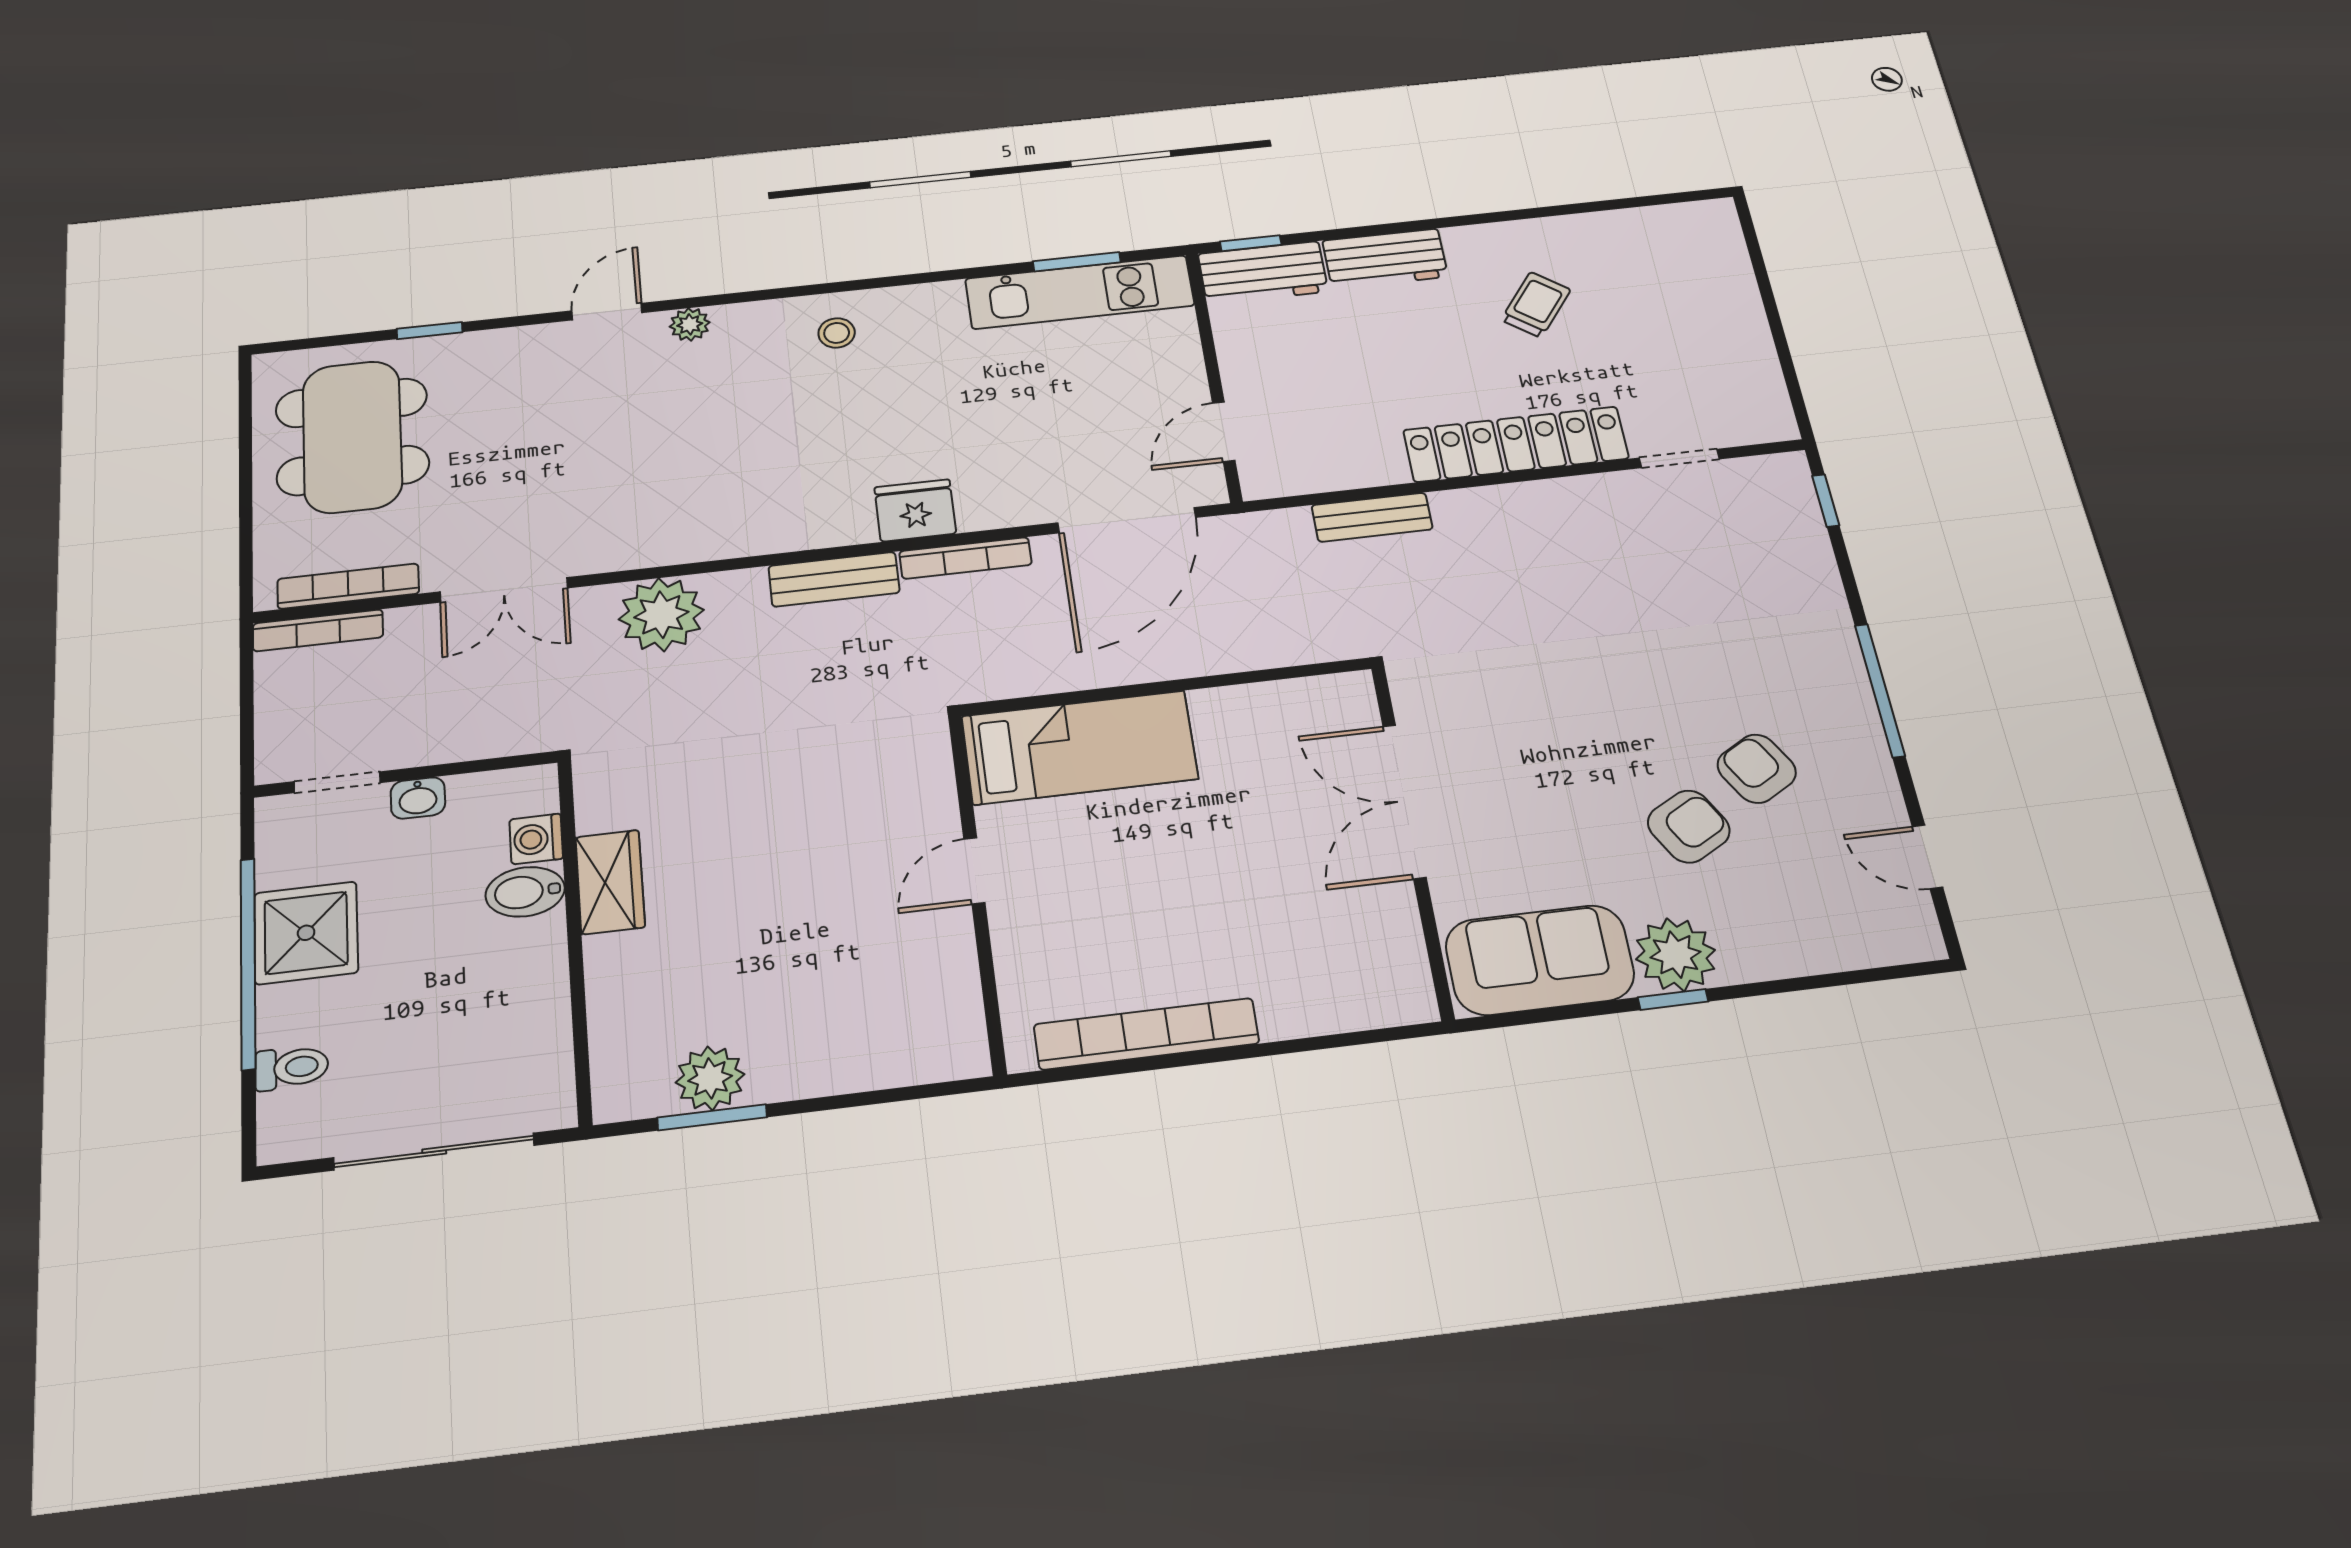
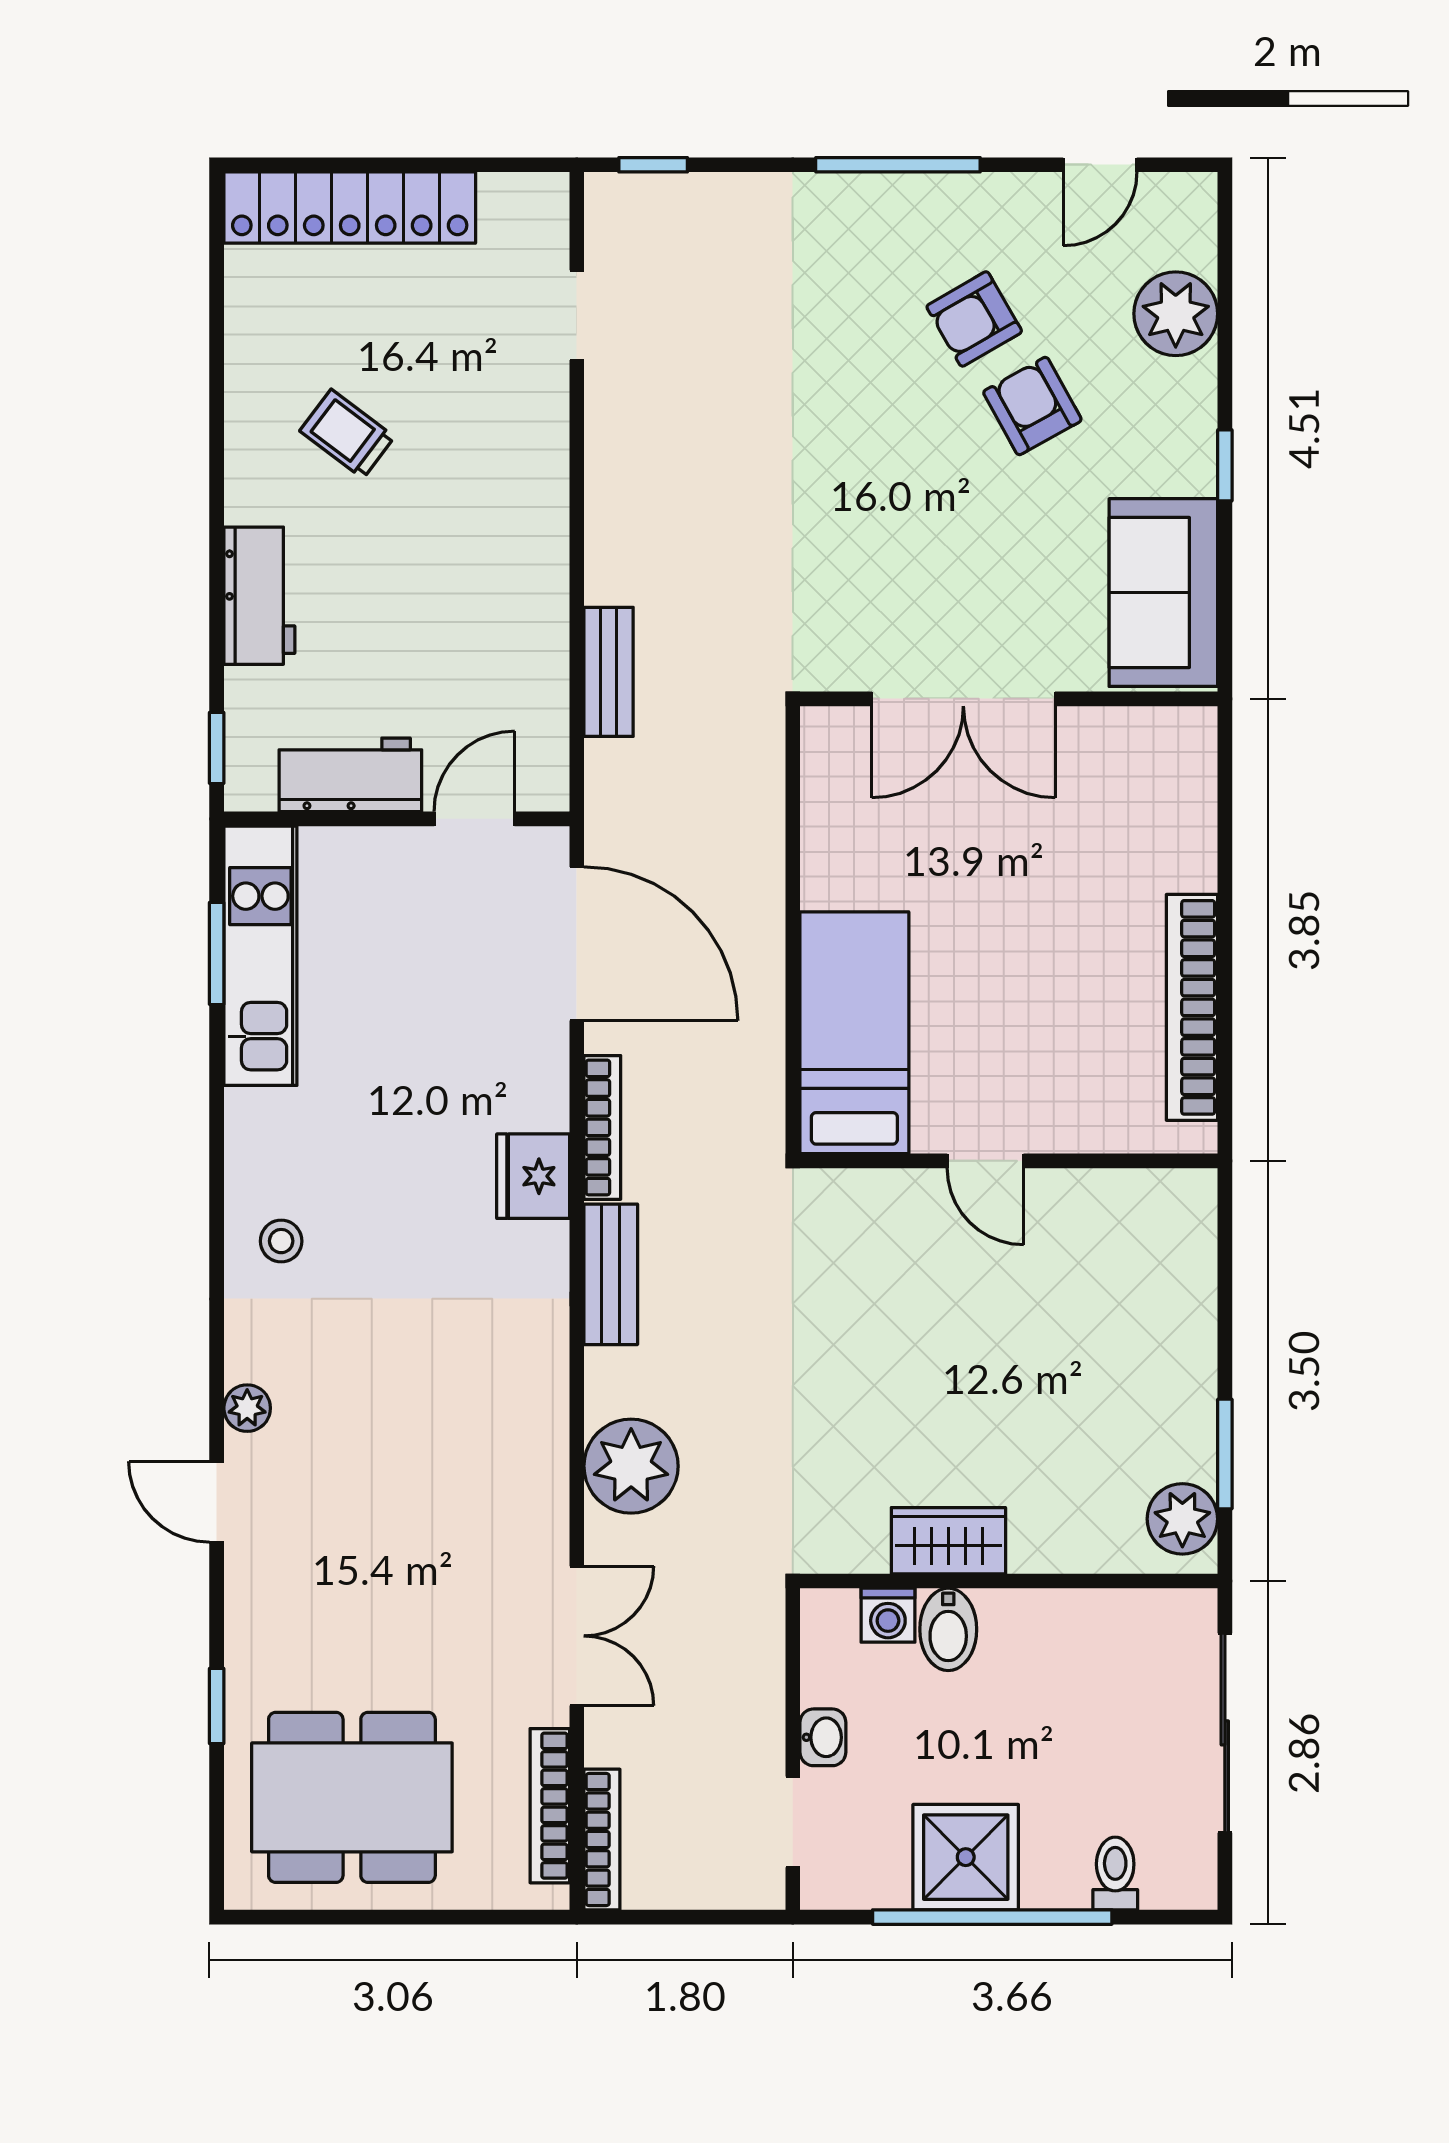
workbench: (1263, 273) -> (350, 775), moved, turned -90
door: (1224, 432) -> (474, 819), swing flipped
locker: (1516, 444) -> (350, 208), moved, turned -90
plant: (1675, 955) -> (1176, 314), moved
plant: (710, 1078) -> (1182, 1519), moved

